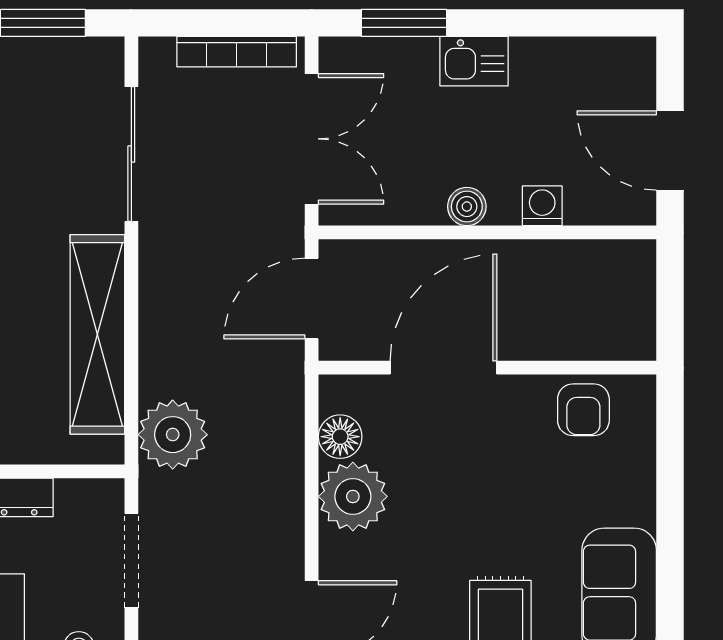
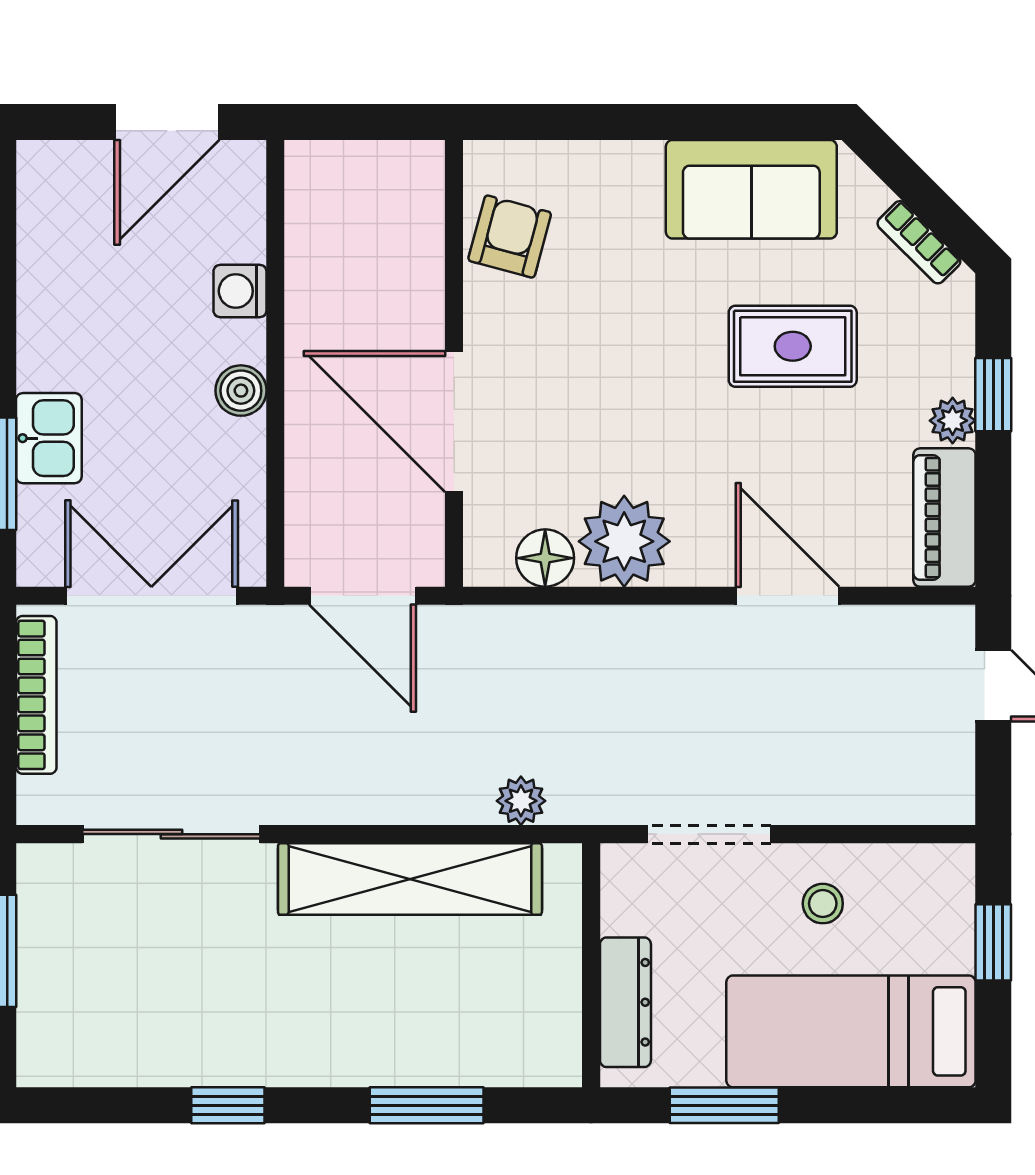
kitchen sink: (474, 61) -> (49, 438), moved
armchair: (583, 410) -> (510, 237), turned -75
plant: (173, 435) -> (521, 801), width x0.53, depth x0.53

